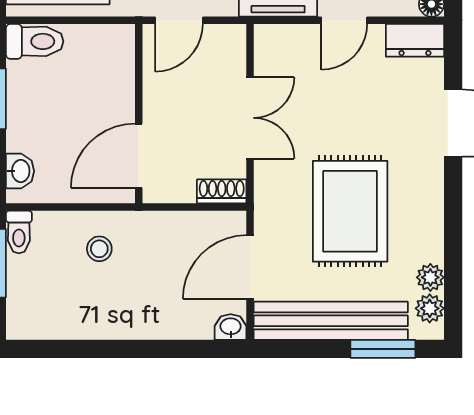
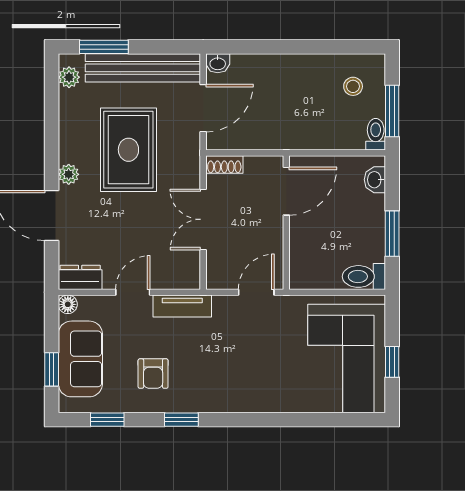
stool: (99, 249) -> (353, 86), moved
plant: (430, 277) -> (69, 174), moved

